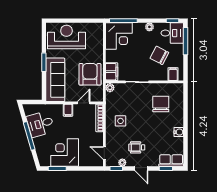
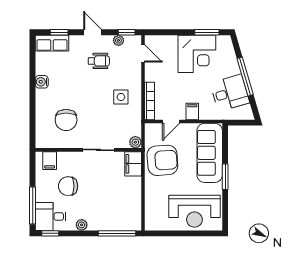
corner desk: (119, 36) -> (123, 212), removed
chair: (159, 55) -> (68, 186), turned 153
armchair: (90, 74) -> (162, 160), turned -94

